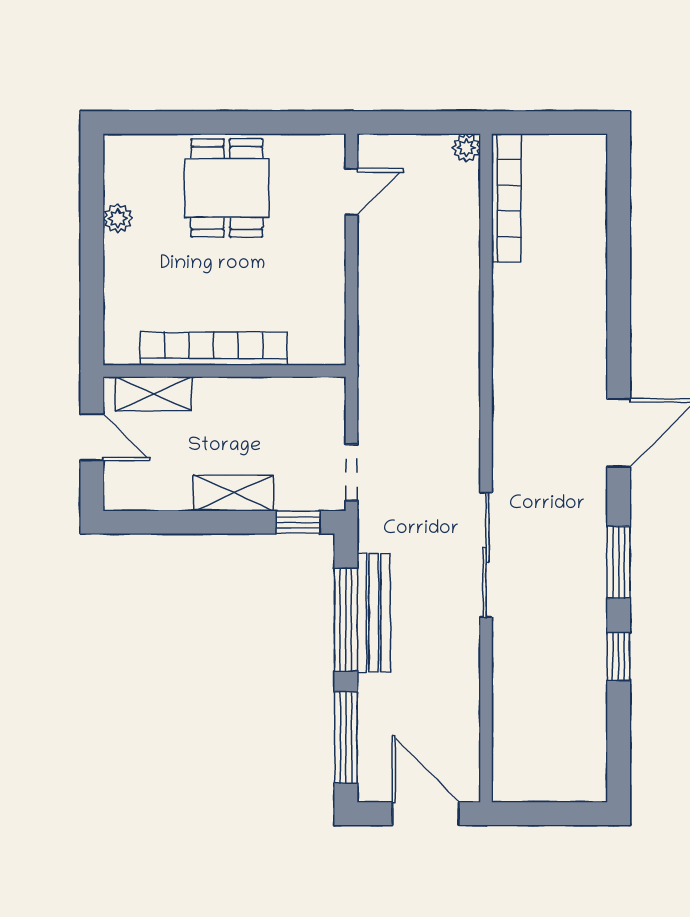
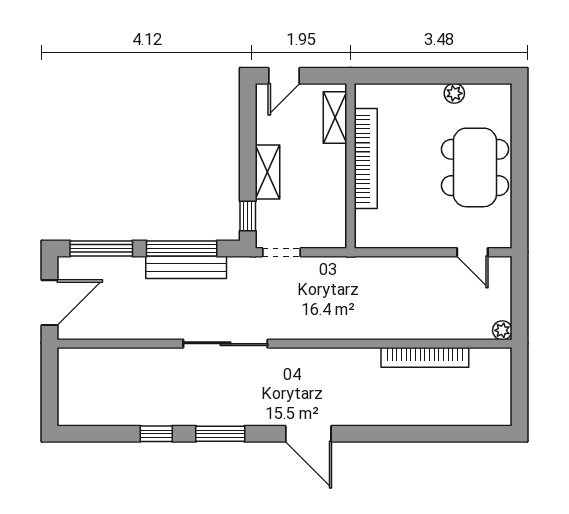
dining table: (227, 188) -> (475, 167), width x1.38
bookcase: (506, 198) -> (425, 357), moved
door: (92, 437) -> (284, 76), moved

